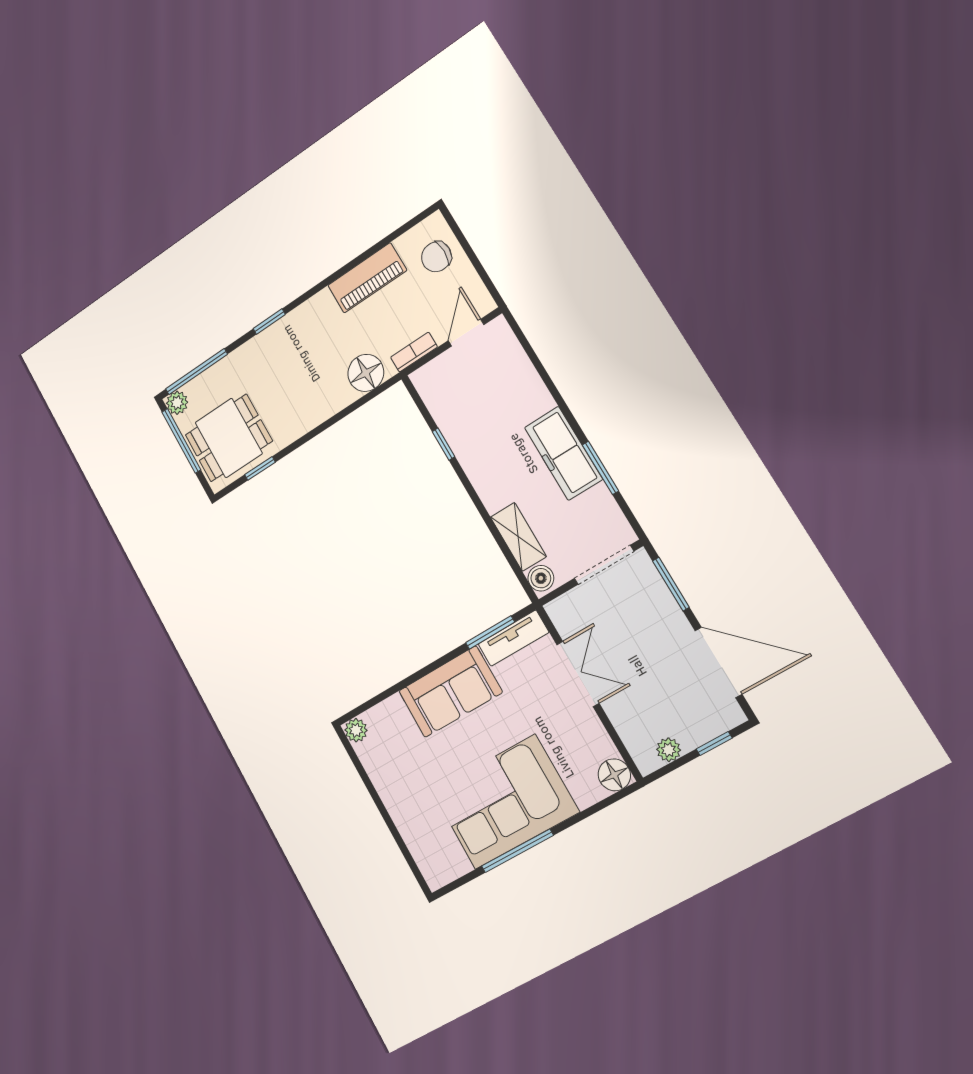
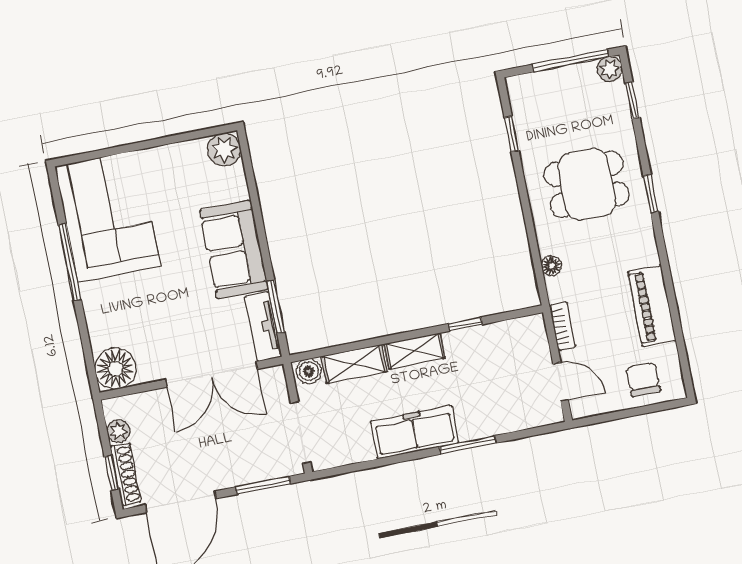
window: (196, 372) -> (632, 100), width x0.46
floor lamp: (366, 373) -> (551, 266), width x0.53, depth x0.53
dining table: (229, 438) -> (587, 184), moved, turned 90
window: (600, 468) -> (468, 445), moved
shelving: (485, 483) -> (414, 351), added
double door: (578, 674) -> (211, 374), width x1.37
shoe rack: (710, 728) -> (126, 474), added
plant: (356, 730) -> (224, 150), width x1.38, depth x1.38
floor lamp: (614, 775) -> (116, 369), width x1.38, depth x1.38
corner sofa: (505, 802) -> (107, 216), moved

